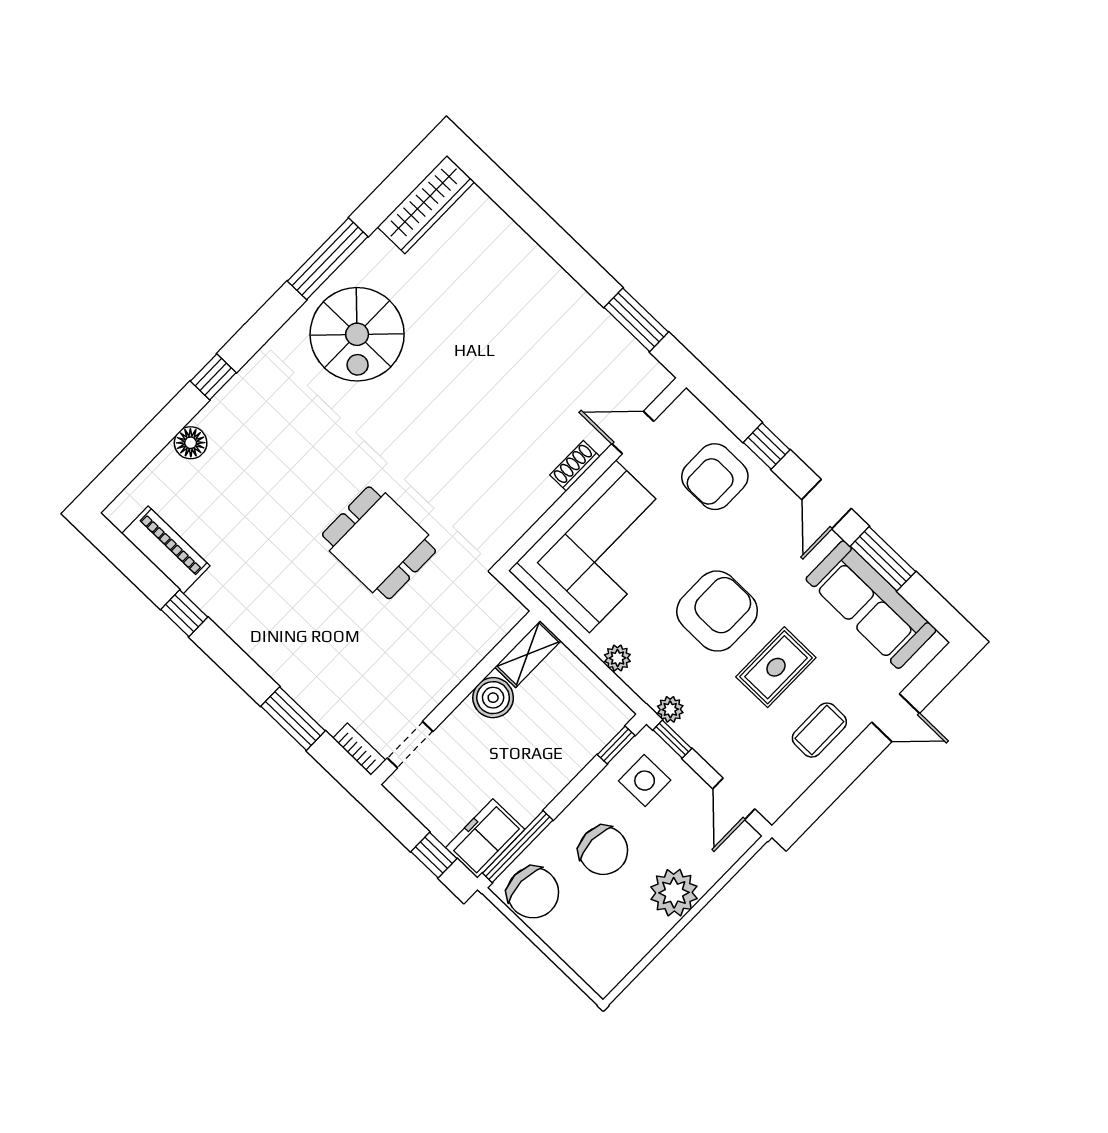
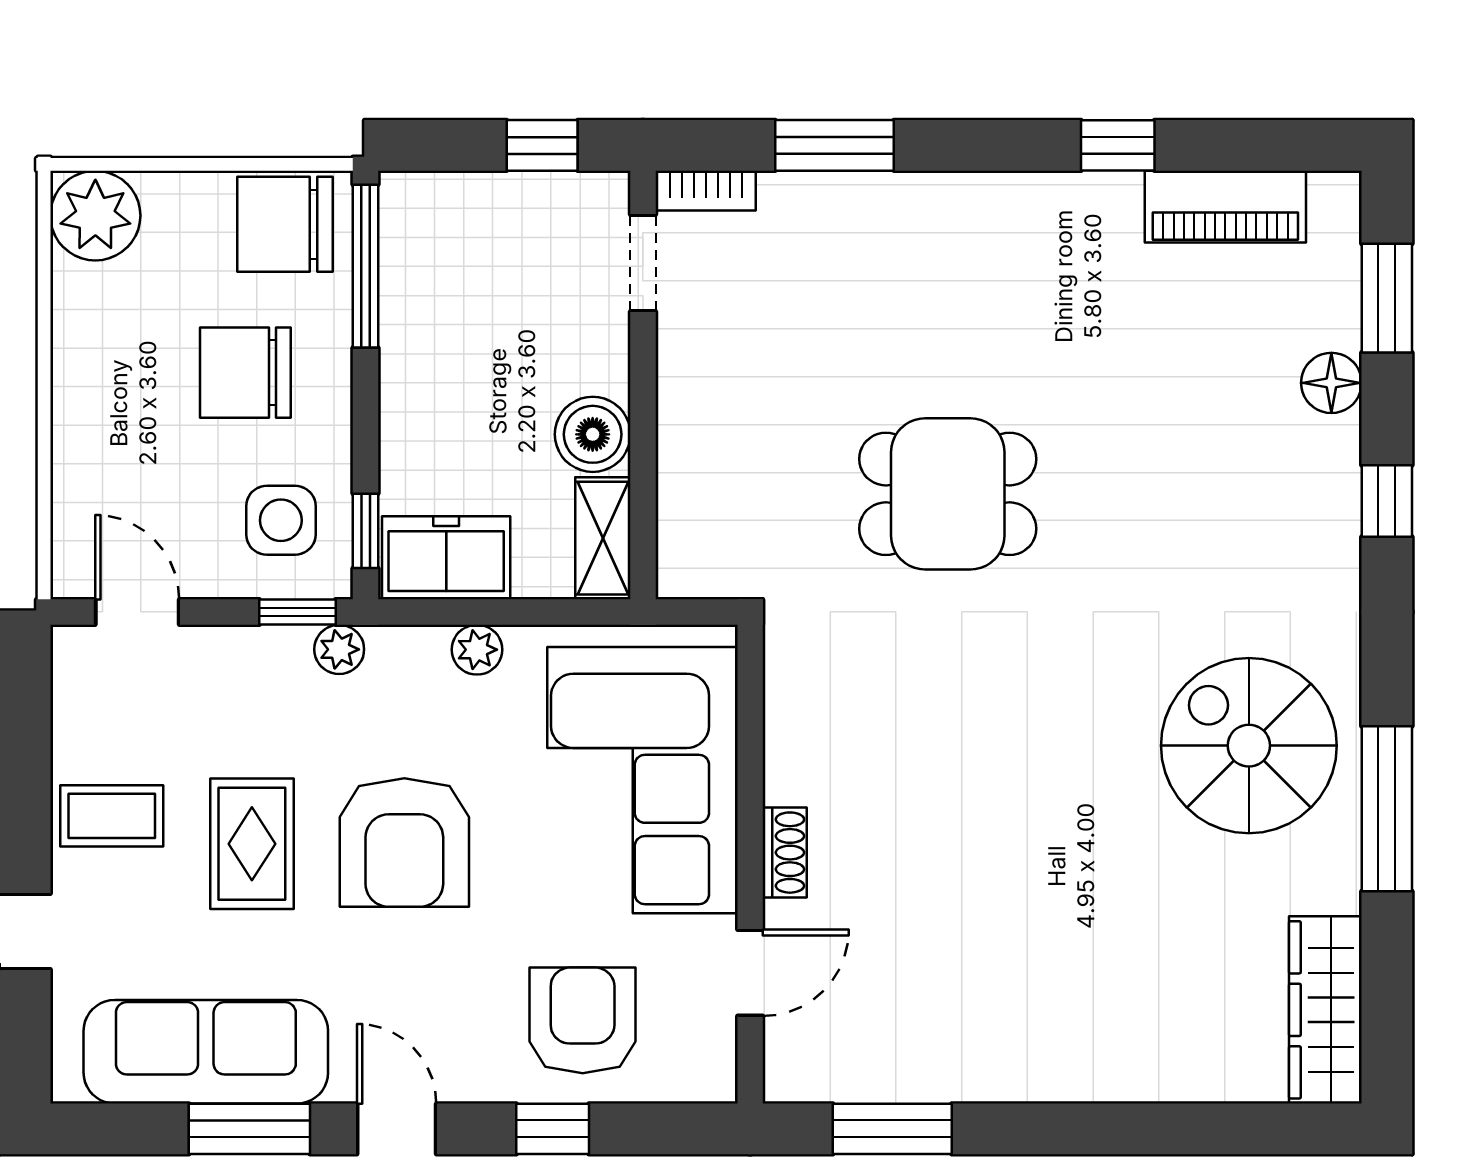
window: (138, 455) -> (1387, 298), added
coffee table: (819, 730) -> (112, 816), turned 90
freezer: (485, 839) -> (446, 558), moved, turned -90
window: (434, 855) -> (542, 145), moved
plant: (674, 893) -> (95, 216), moved

